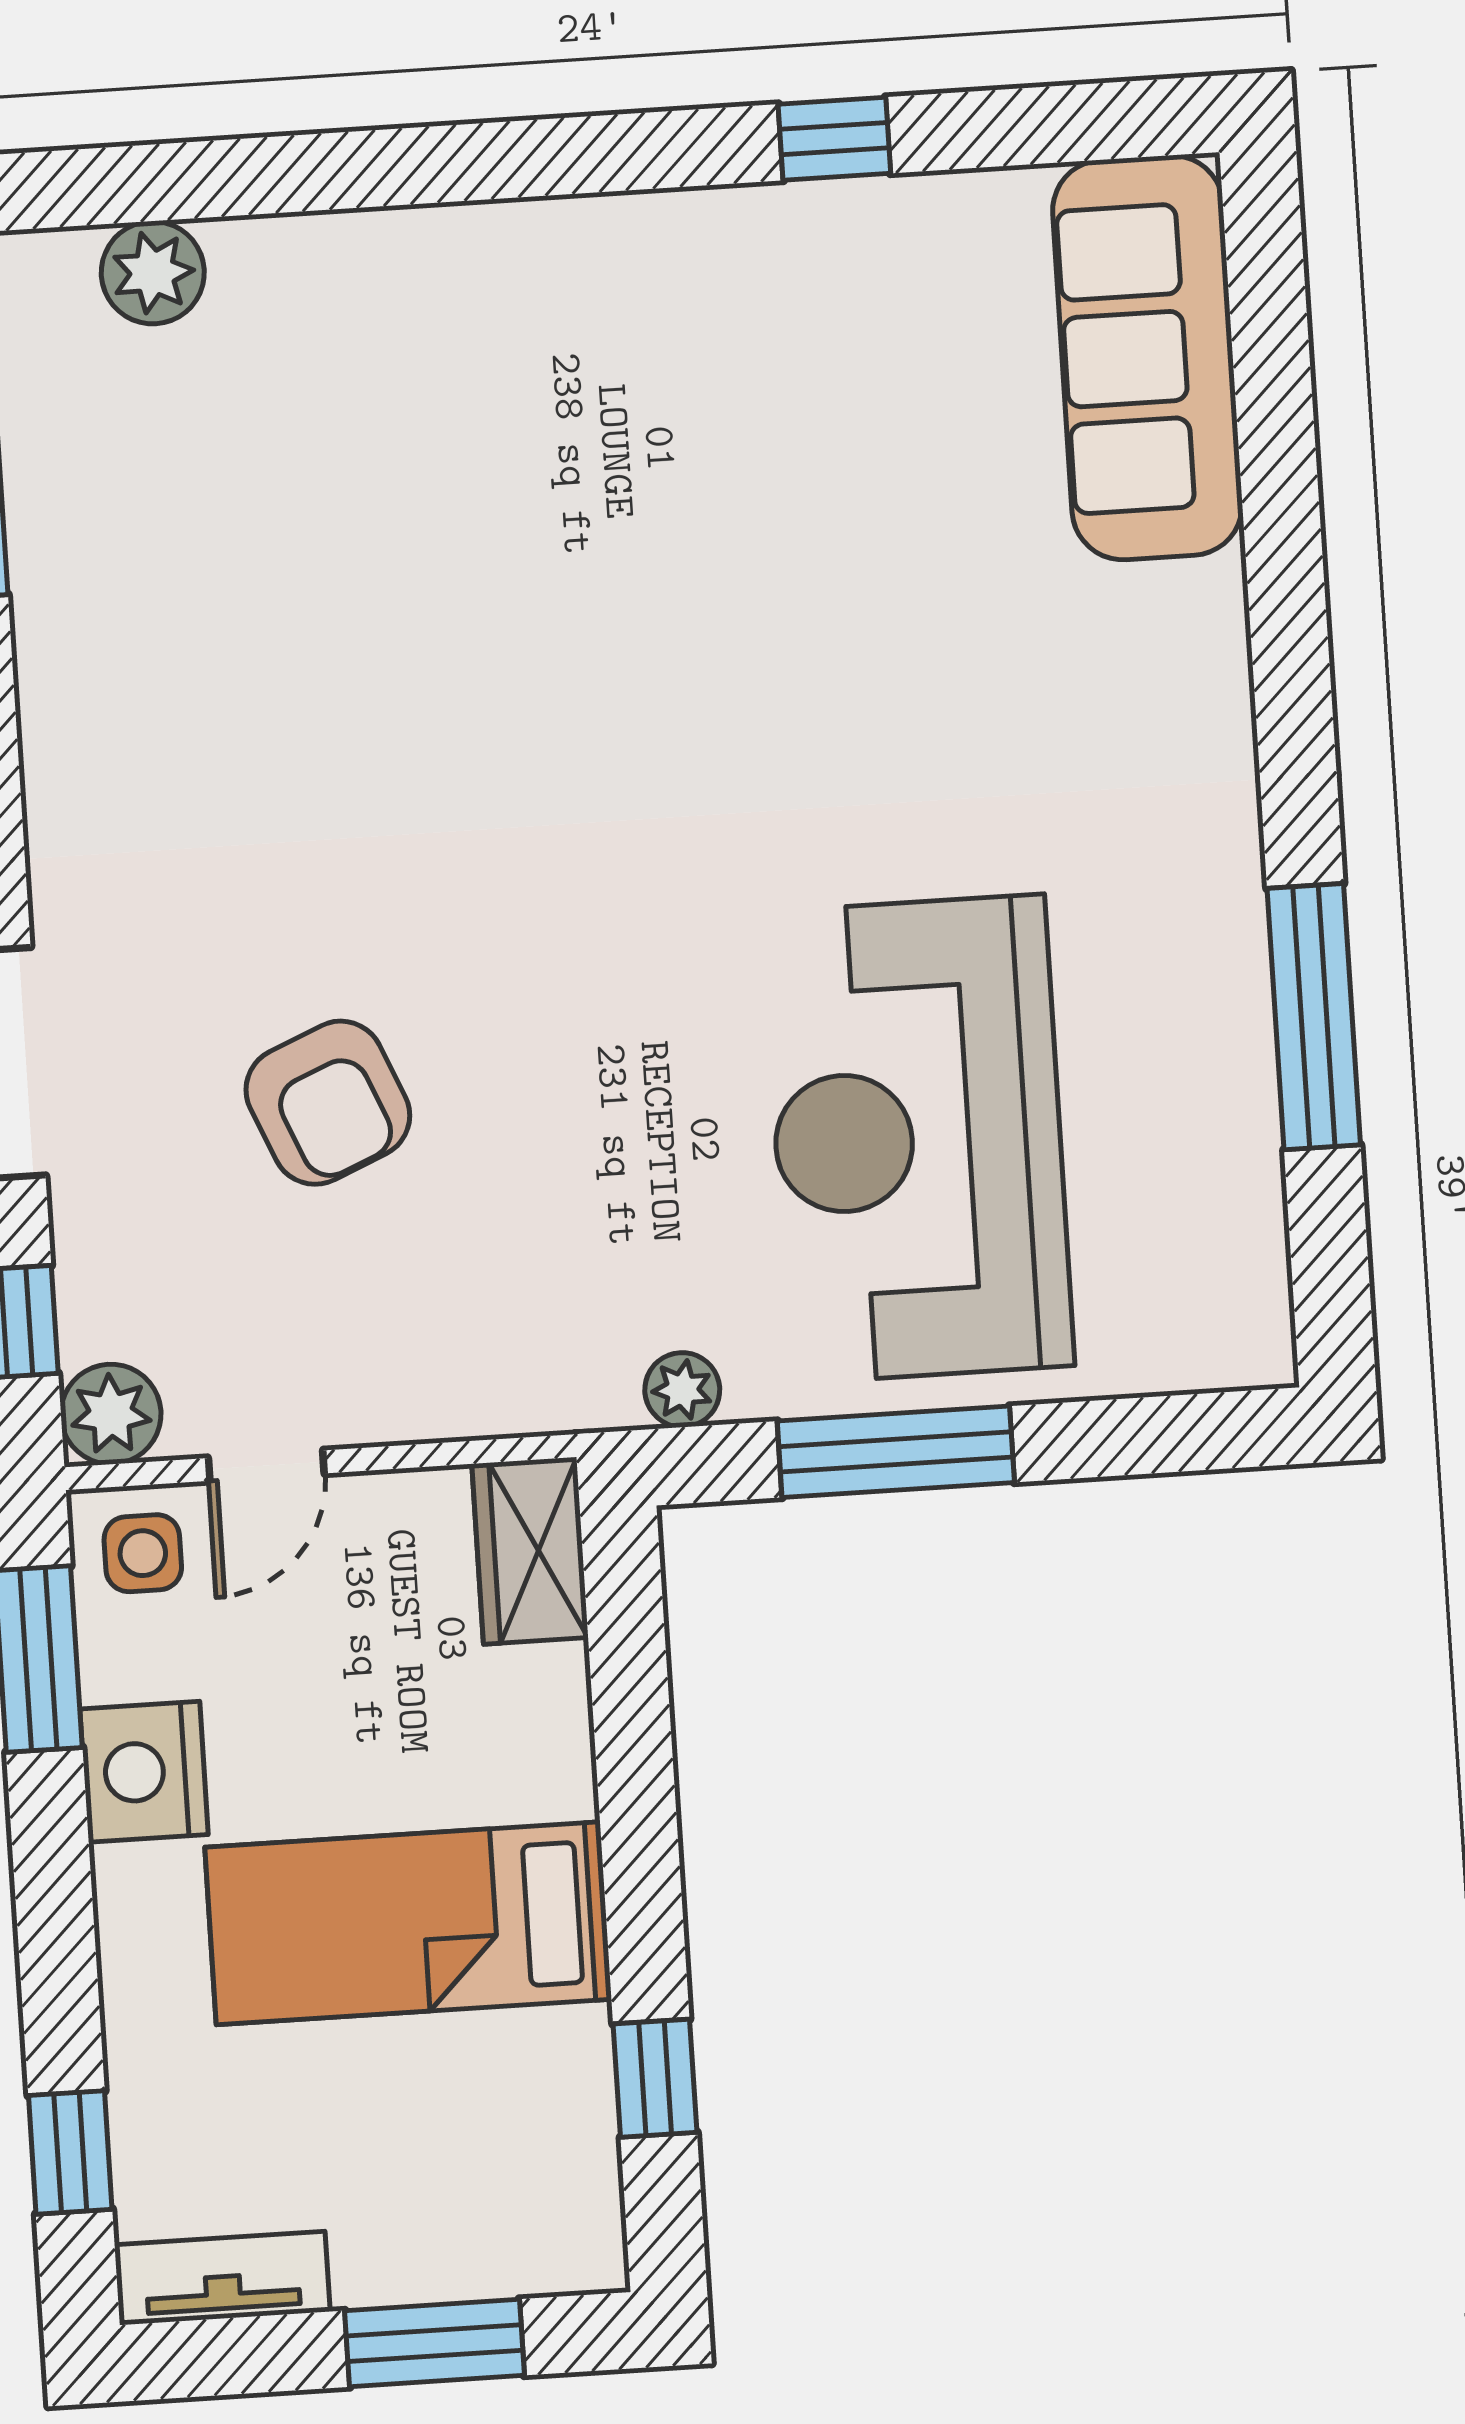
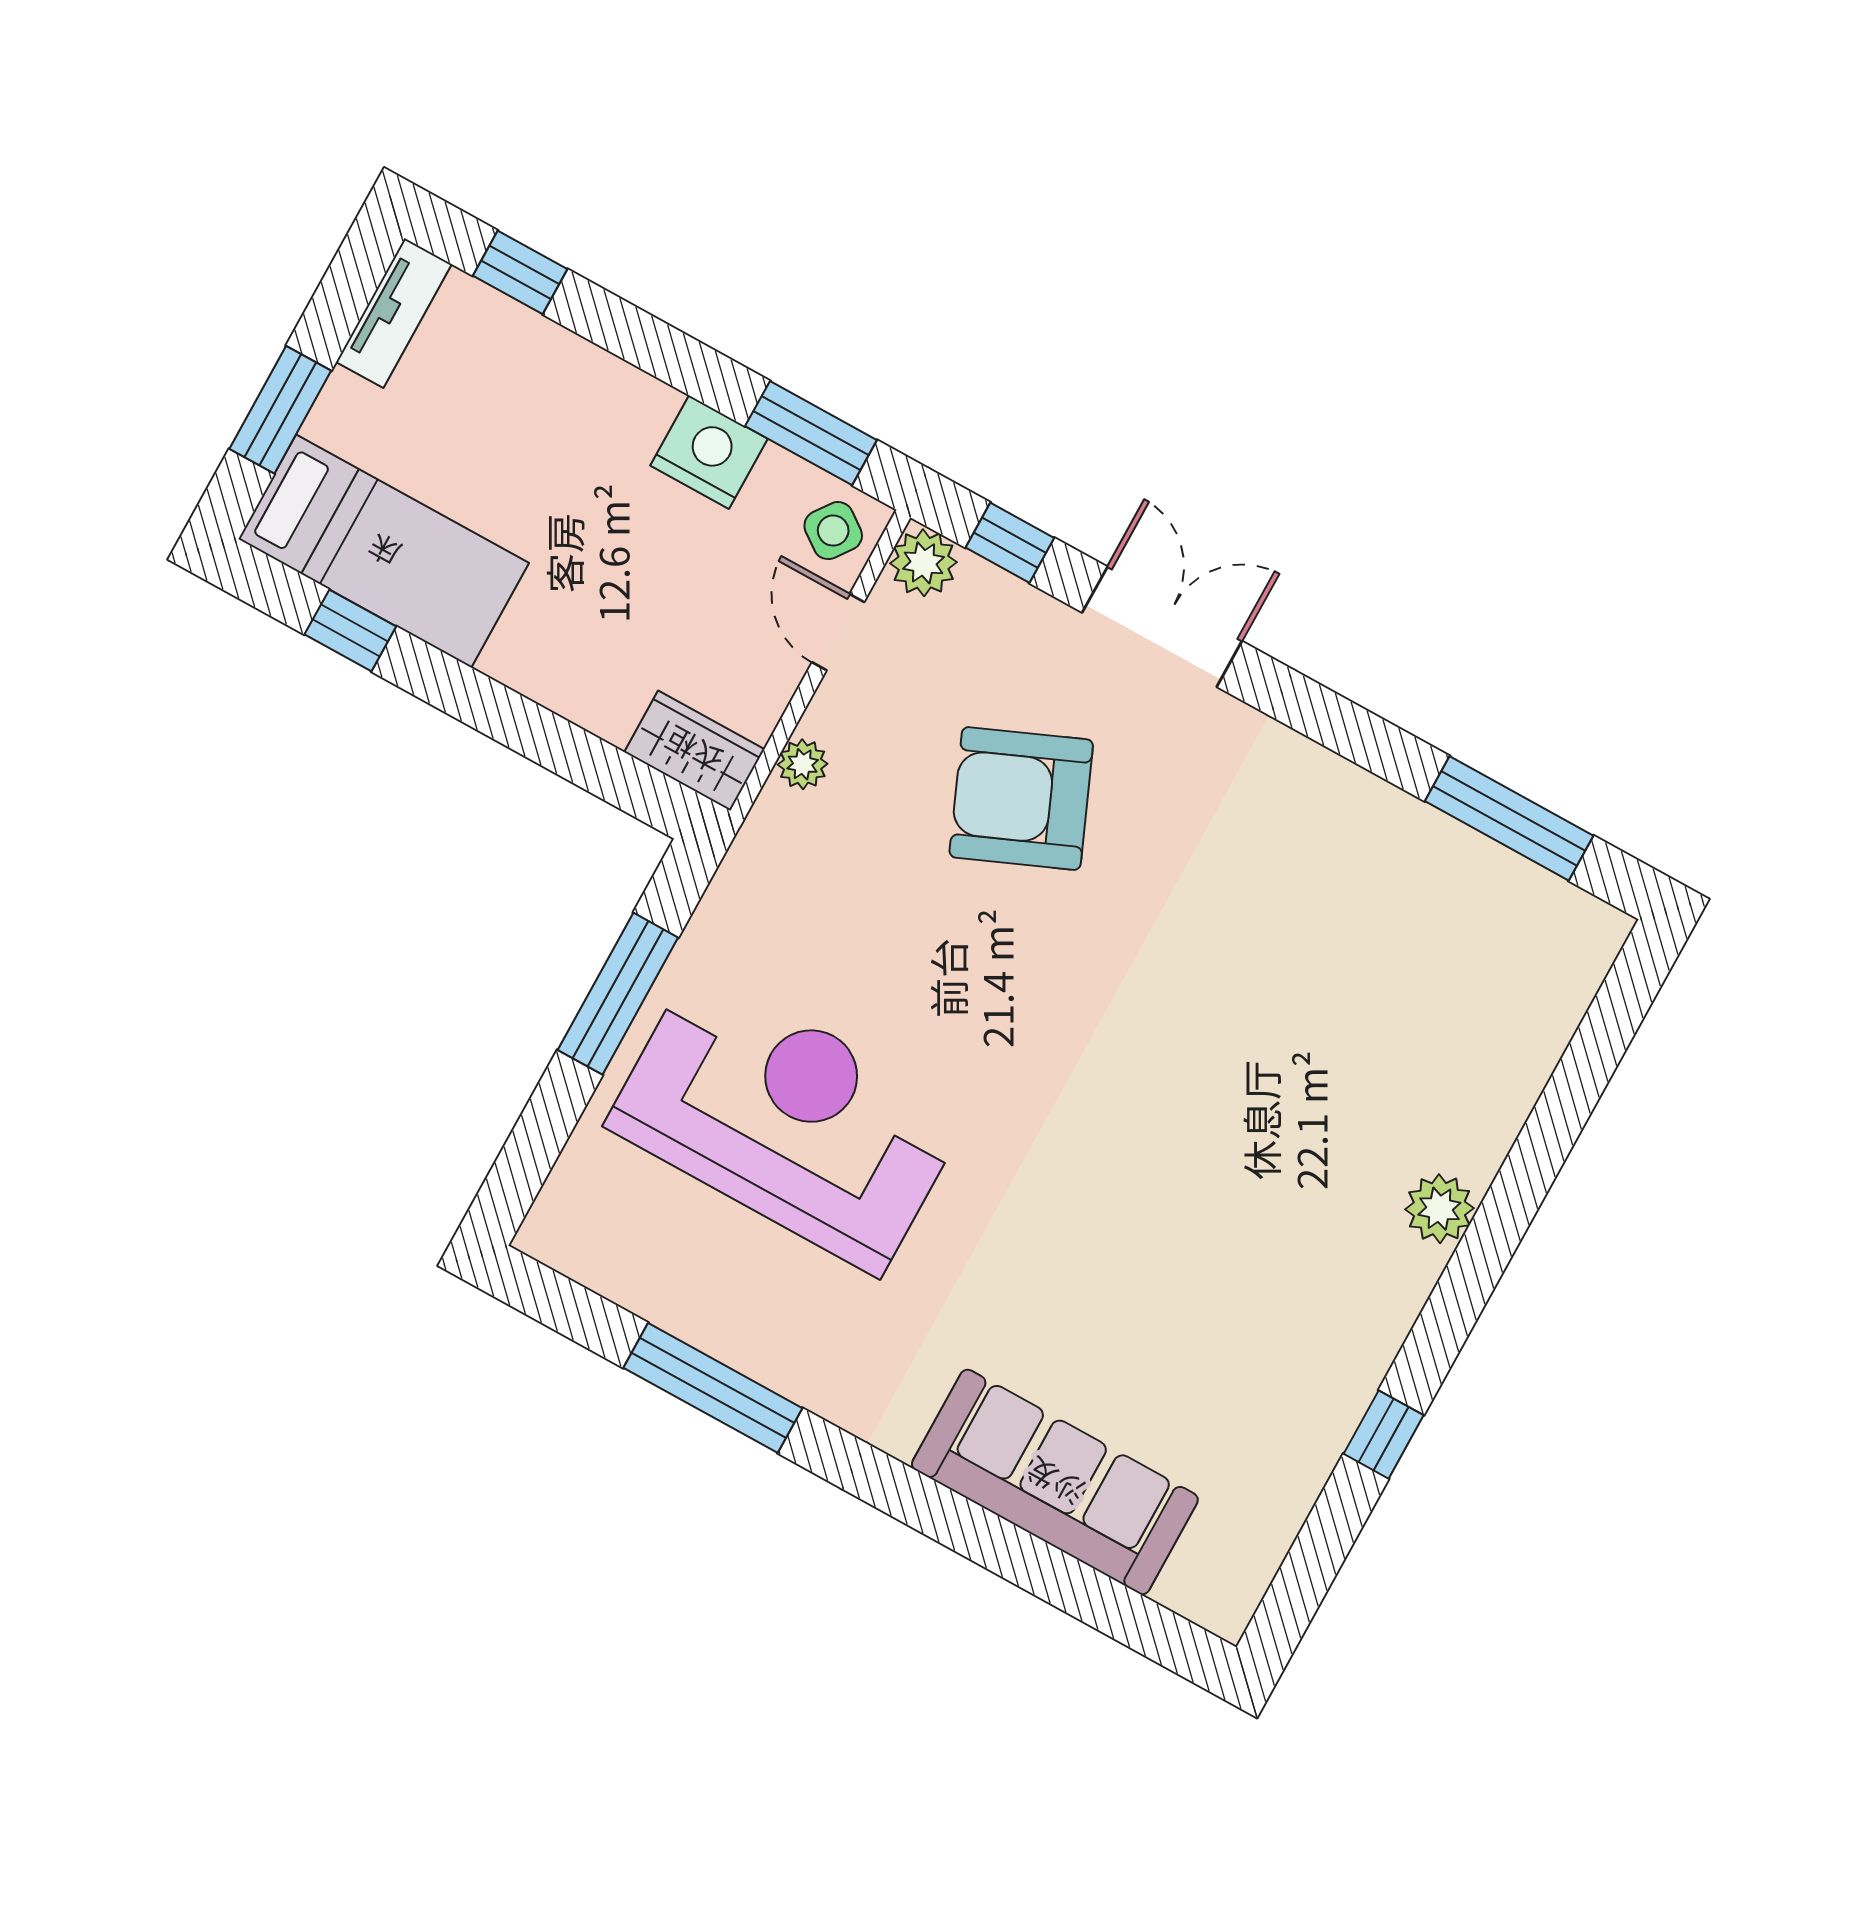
plant: (153, 273) -> (1439, 1209), moved
sofa: (1147, 358) -> (1055, 1482), moved
armchair: (328, 1103) -> (1021, 798), width x1.36, depth x1.36
plant: (682, 1390) -> (803, 764), moved
side table: (143, 1553) -> (833, 531), turned 36
bed: (408, 1923) -> (384, 551), moved, turned 90

